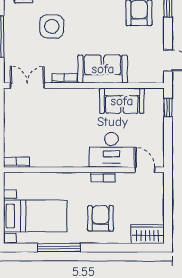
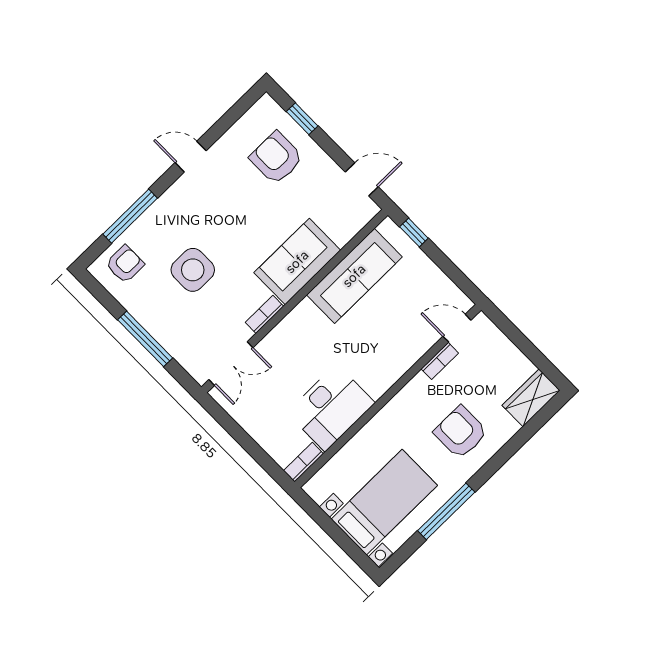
double door: (27, 86) -> (231, 364), swing flipped
sofa: (122, 101) -> (354, 276), width x1.36
desk: (112, 150) -> (331, 408), moved
bookcase: (103, 177) -> (440, 361), moved

